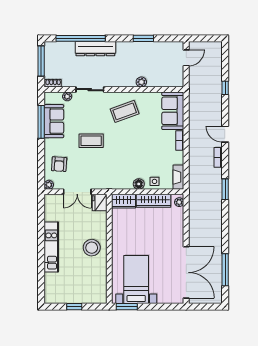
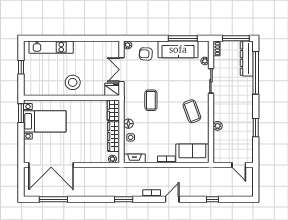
dresser: (95, 49) -> (247, 59), moved
sofa: (54, 121) -> (178, 49), width x1.36
coffee table: (91, 141) -> (151, 100), moved
kitchen unit: (51, 247) -> (51, 47), moved

